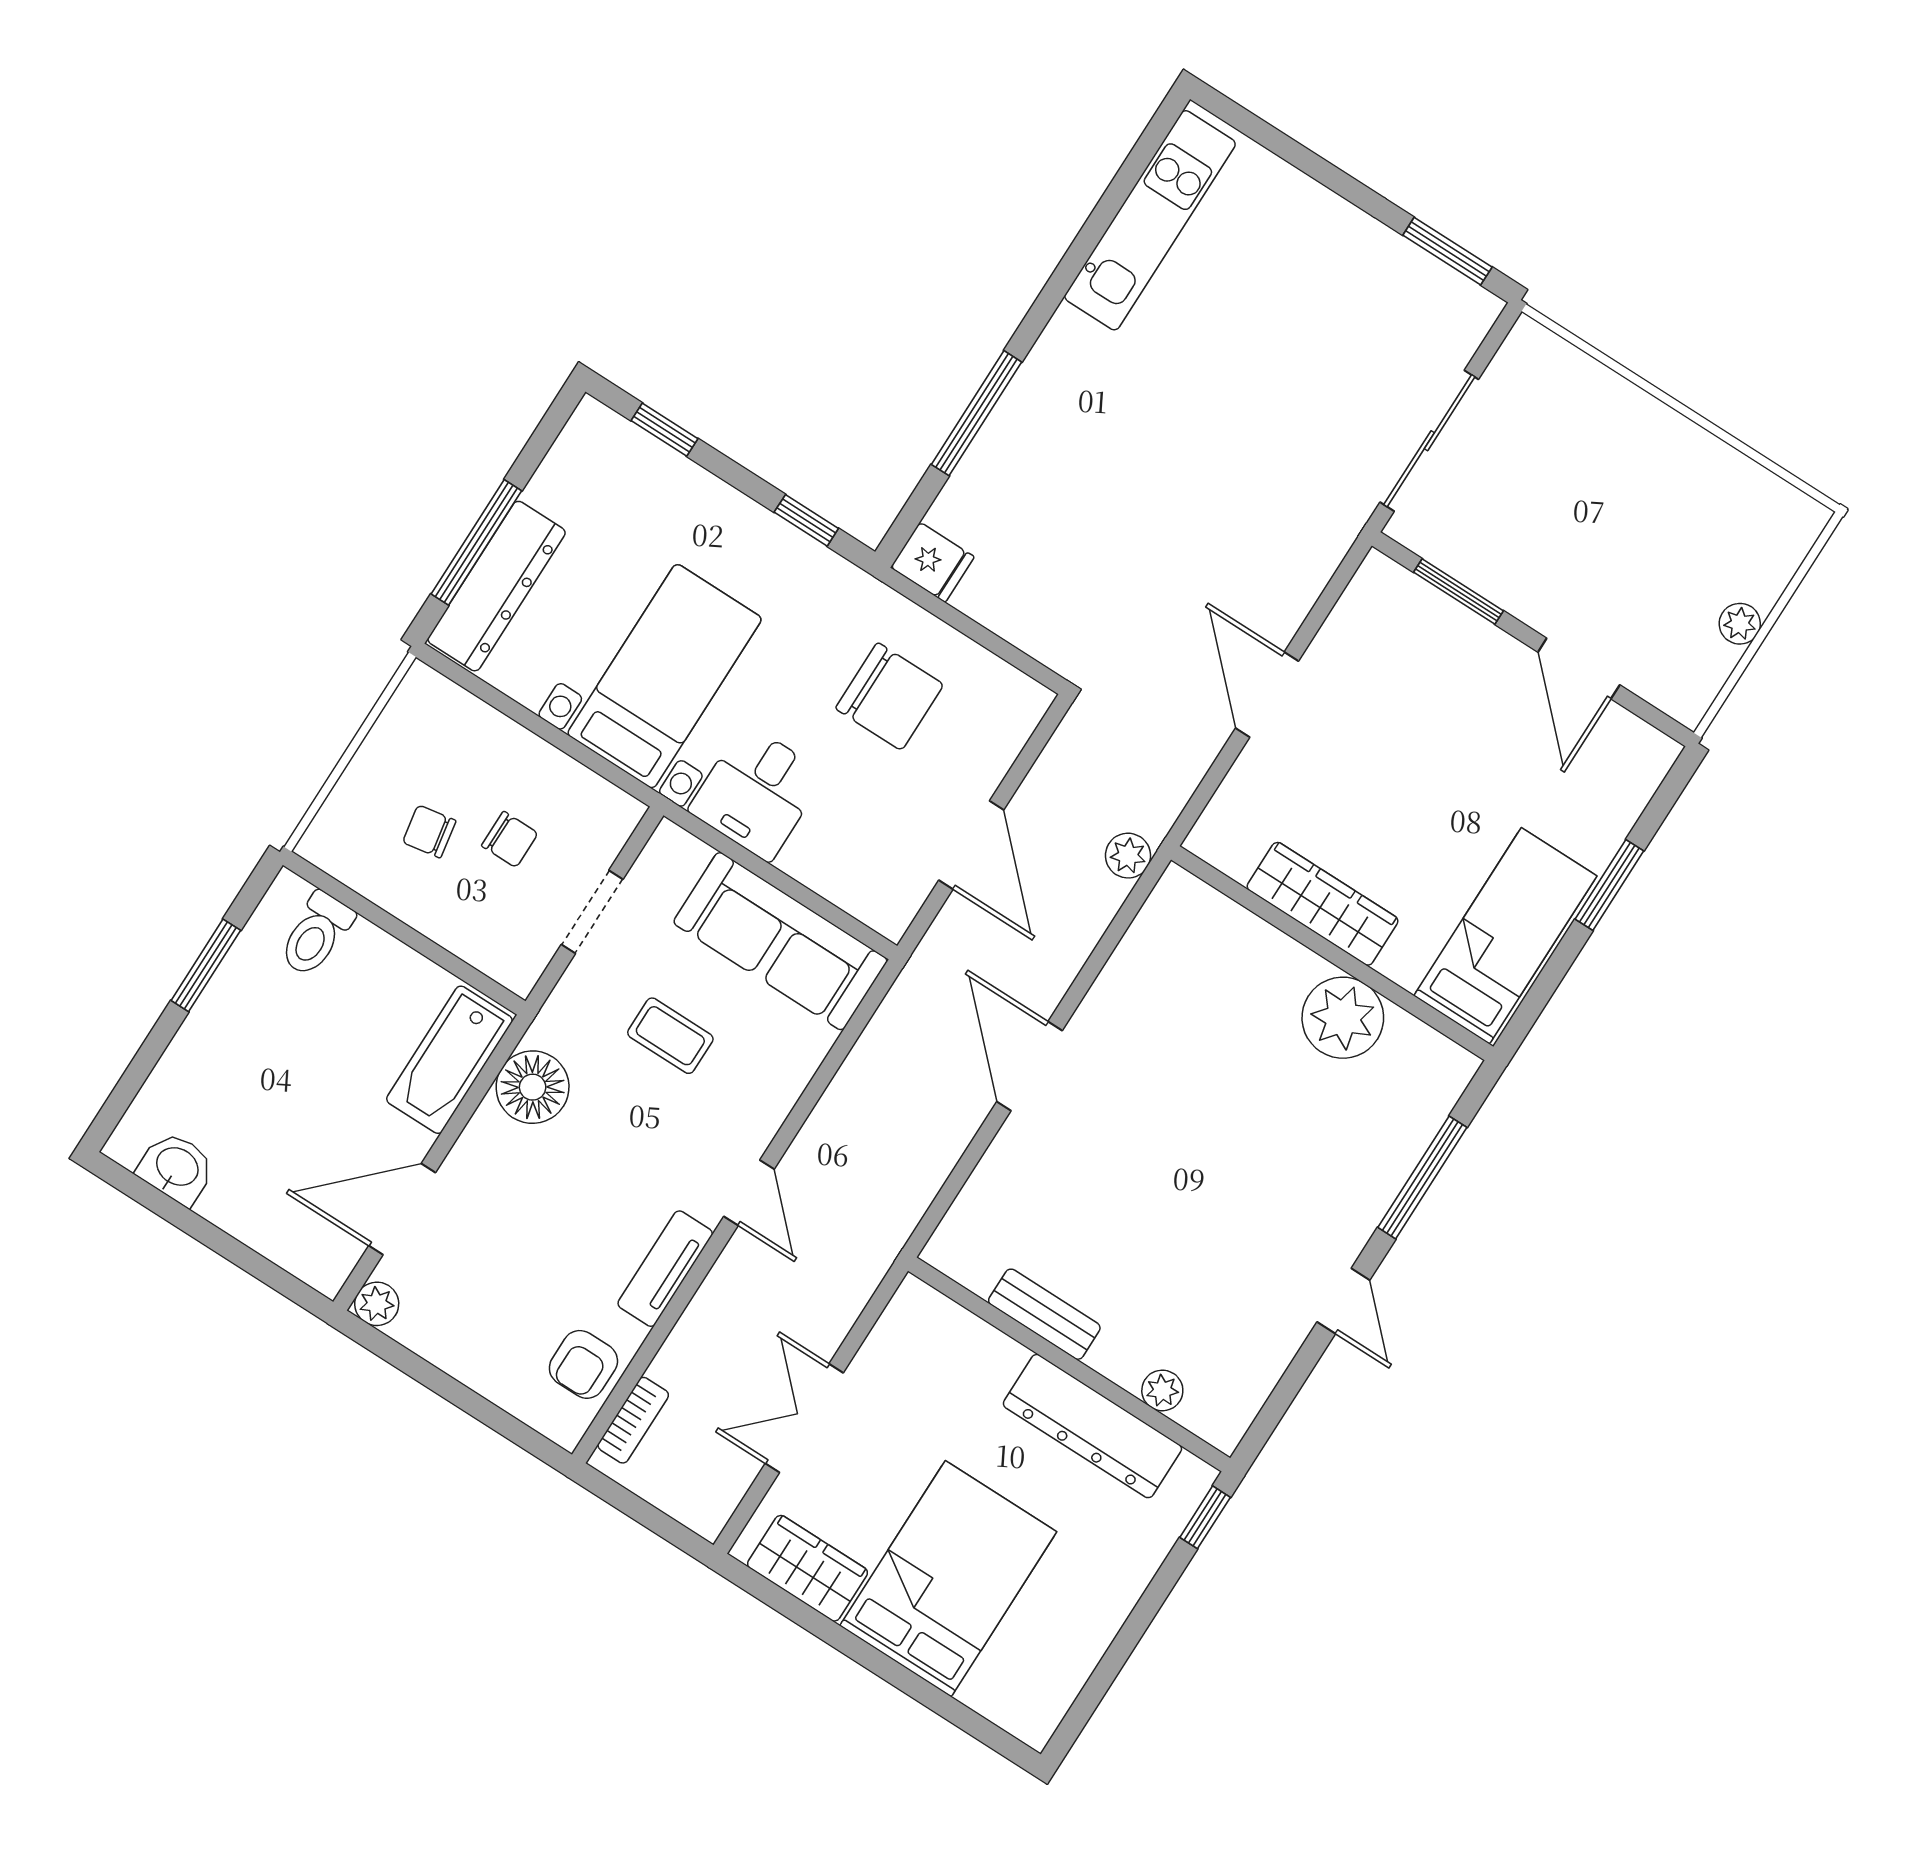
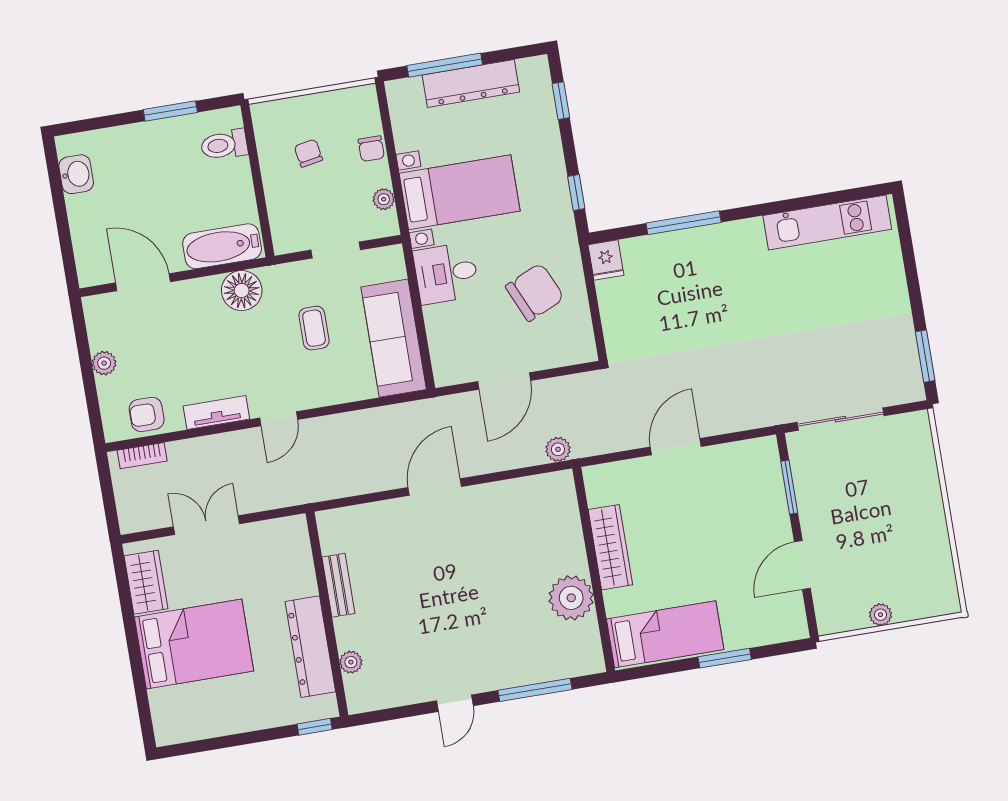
dresser: (497, 586) -> (471, 84), moved
chair: (890, 696) -> (535, 292), turned -114
plant: (582, 786) -> (384, 199), added
chair: (510, 839) -> (371, 149), moved
plant: (377, 1304) -> (104, 363), moved

